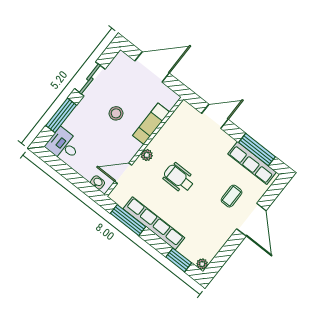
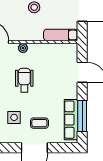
exam couch: (151, 124) -> (61, 35), moved
side table: (207, 216) -> (14, 117), added

